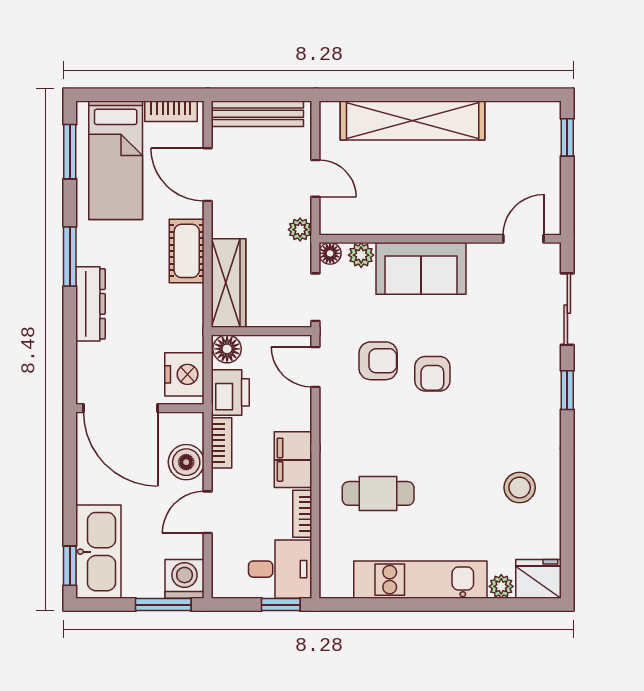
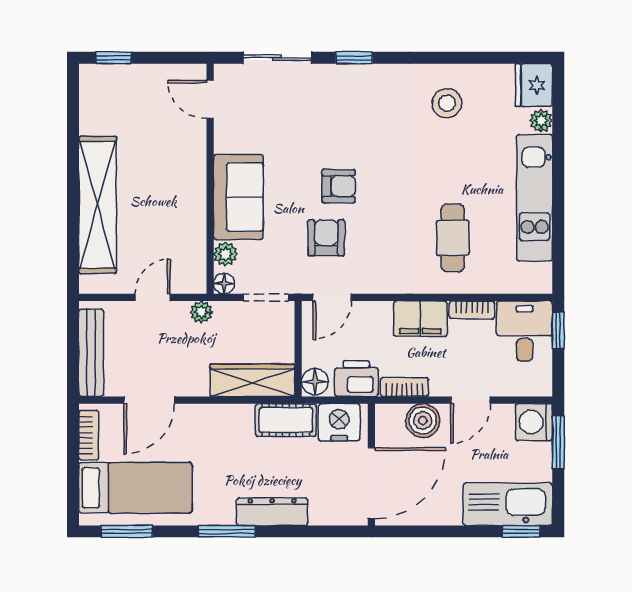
cot: (187, 251) -> (286, 420), moved
door: (208, 512) -> (471, 400), hinge flipped

